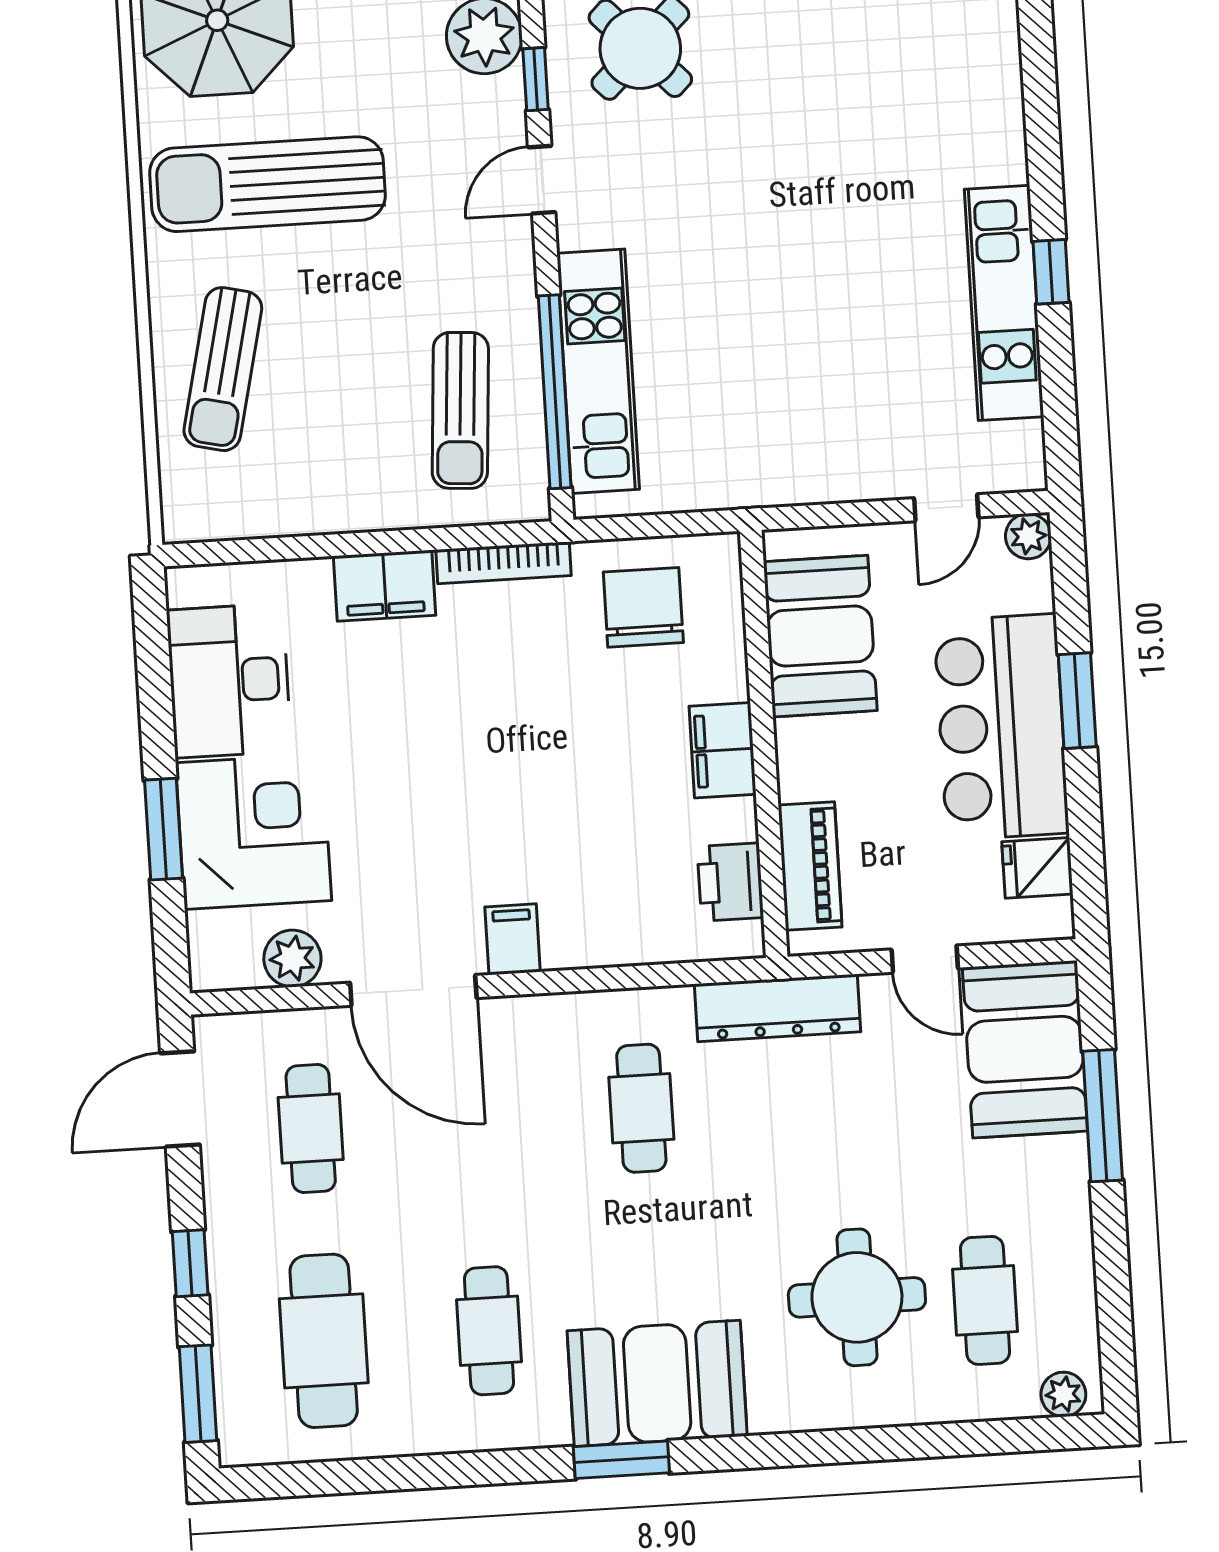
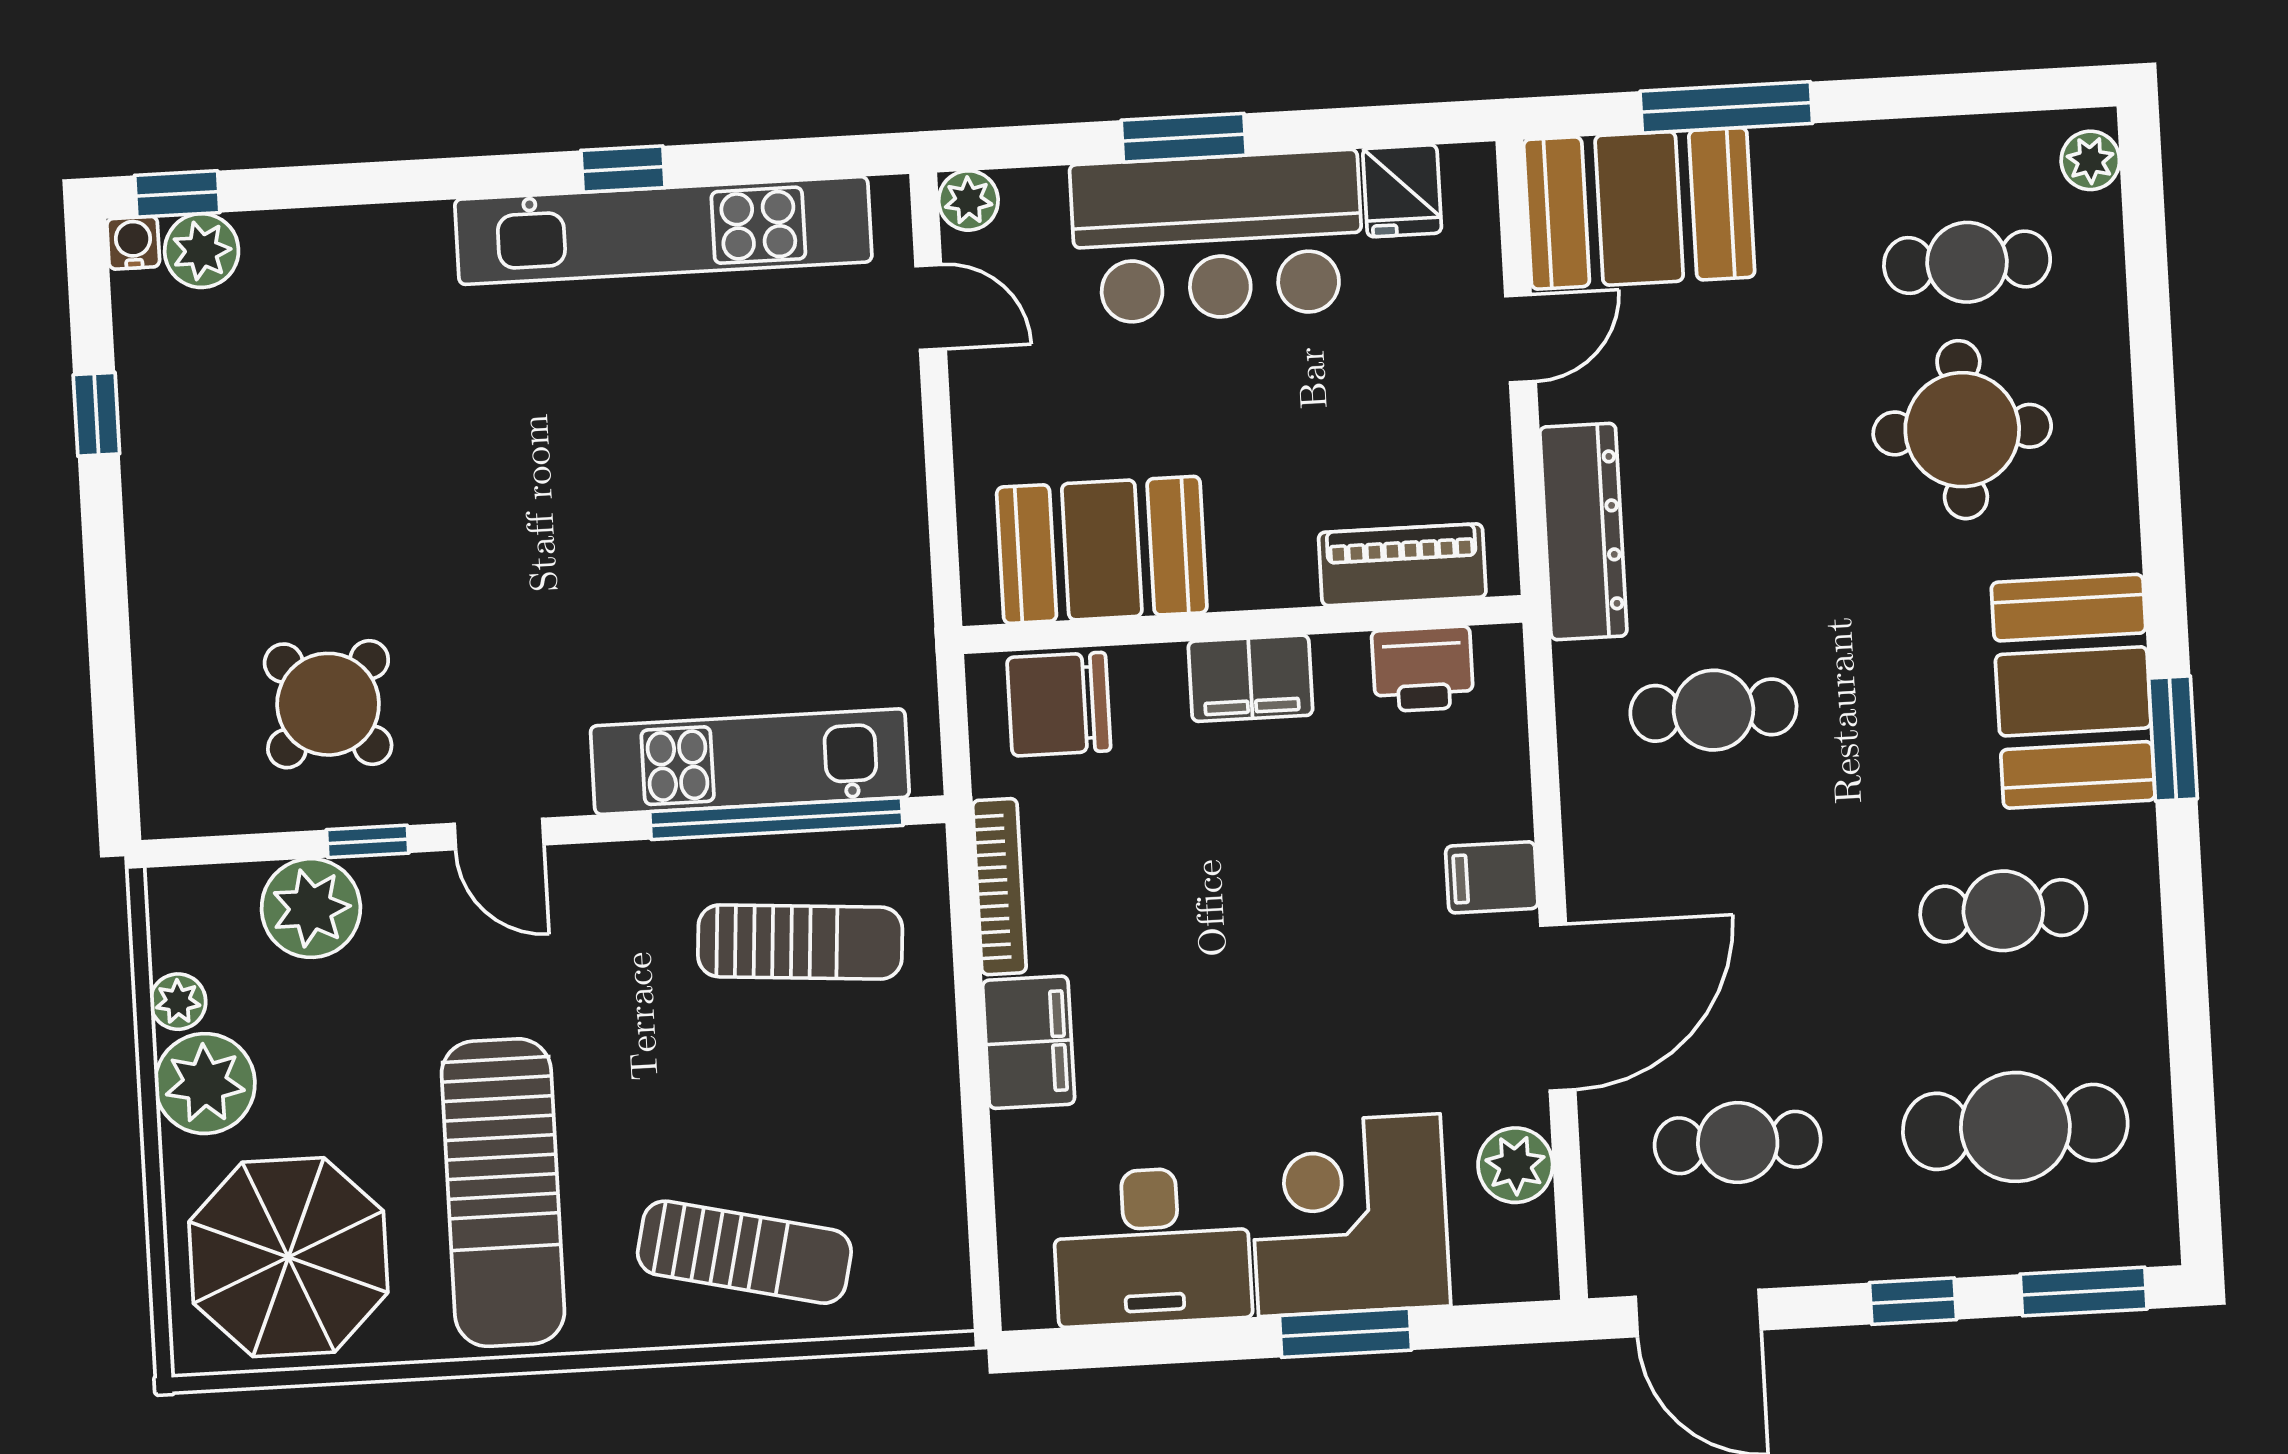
kitchen unit: (1004, 303) -> (663, 231), width x1.36
booth: (820, 636) -> (1102, 550), moved
wall: (764, 744) -> (1242, 624), moved
filing cabinet: (723, 750) -> (1250, 678), moved
piano: (810, 866) -> (1402, 565), moved
printer: (730, 882) -> (1423, 669), moved

